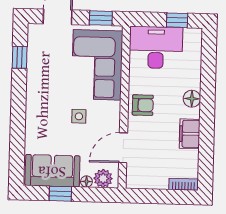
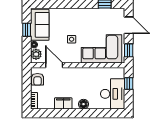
window: (177, 20) -> (129, 84), moved
desk: (156, 47) -> (113, 94), moved
armchair: (143, 105) -> (38, 79), moved

